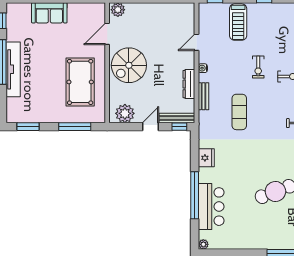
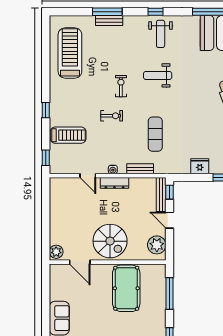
pool table: (80, 82) -> (126, 288), turned 90
dresser: (189, 84) -> (114, 183), moved
exercise mat: (239, 112) -> (155, 134), turned 90

